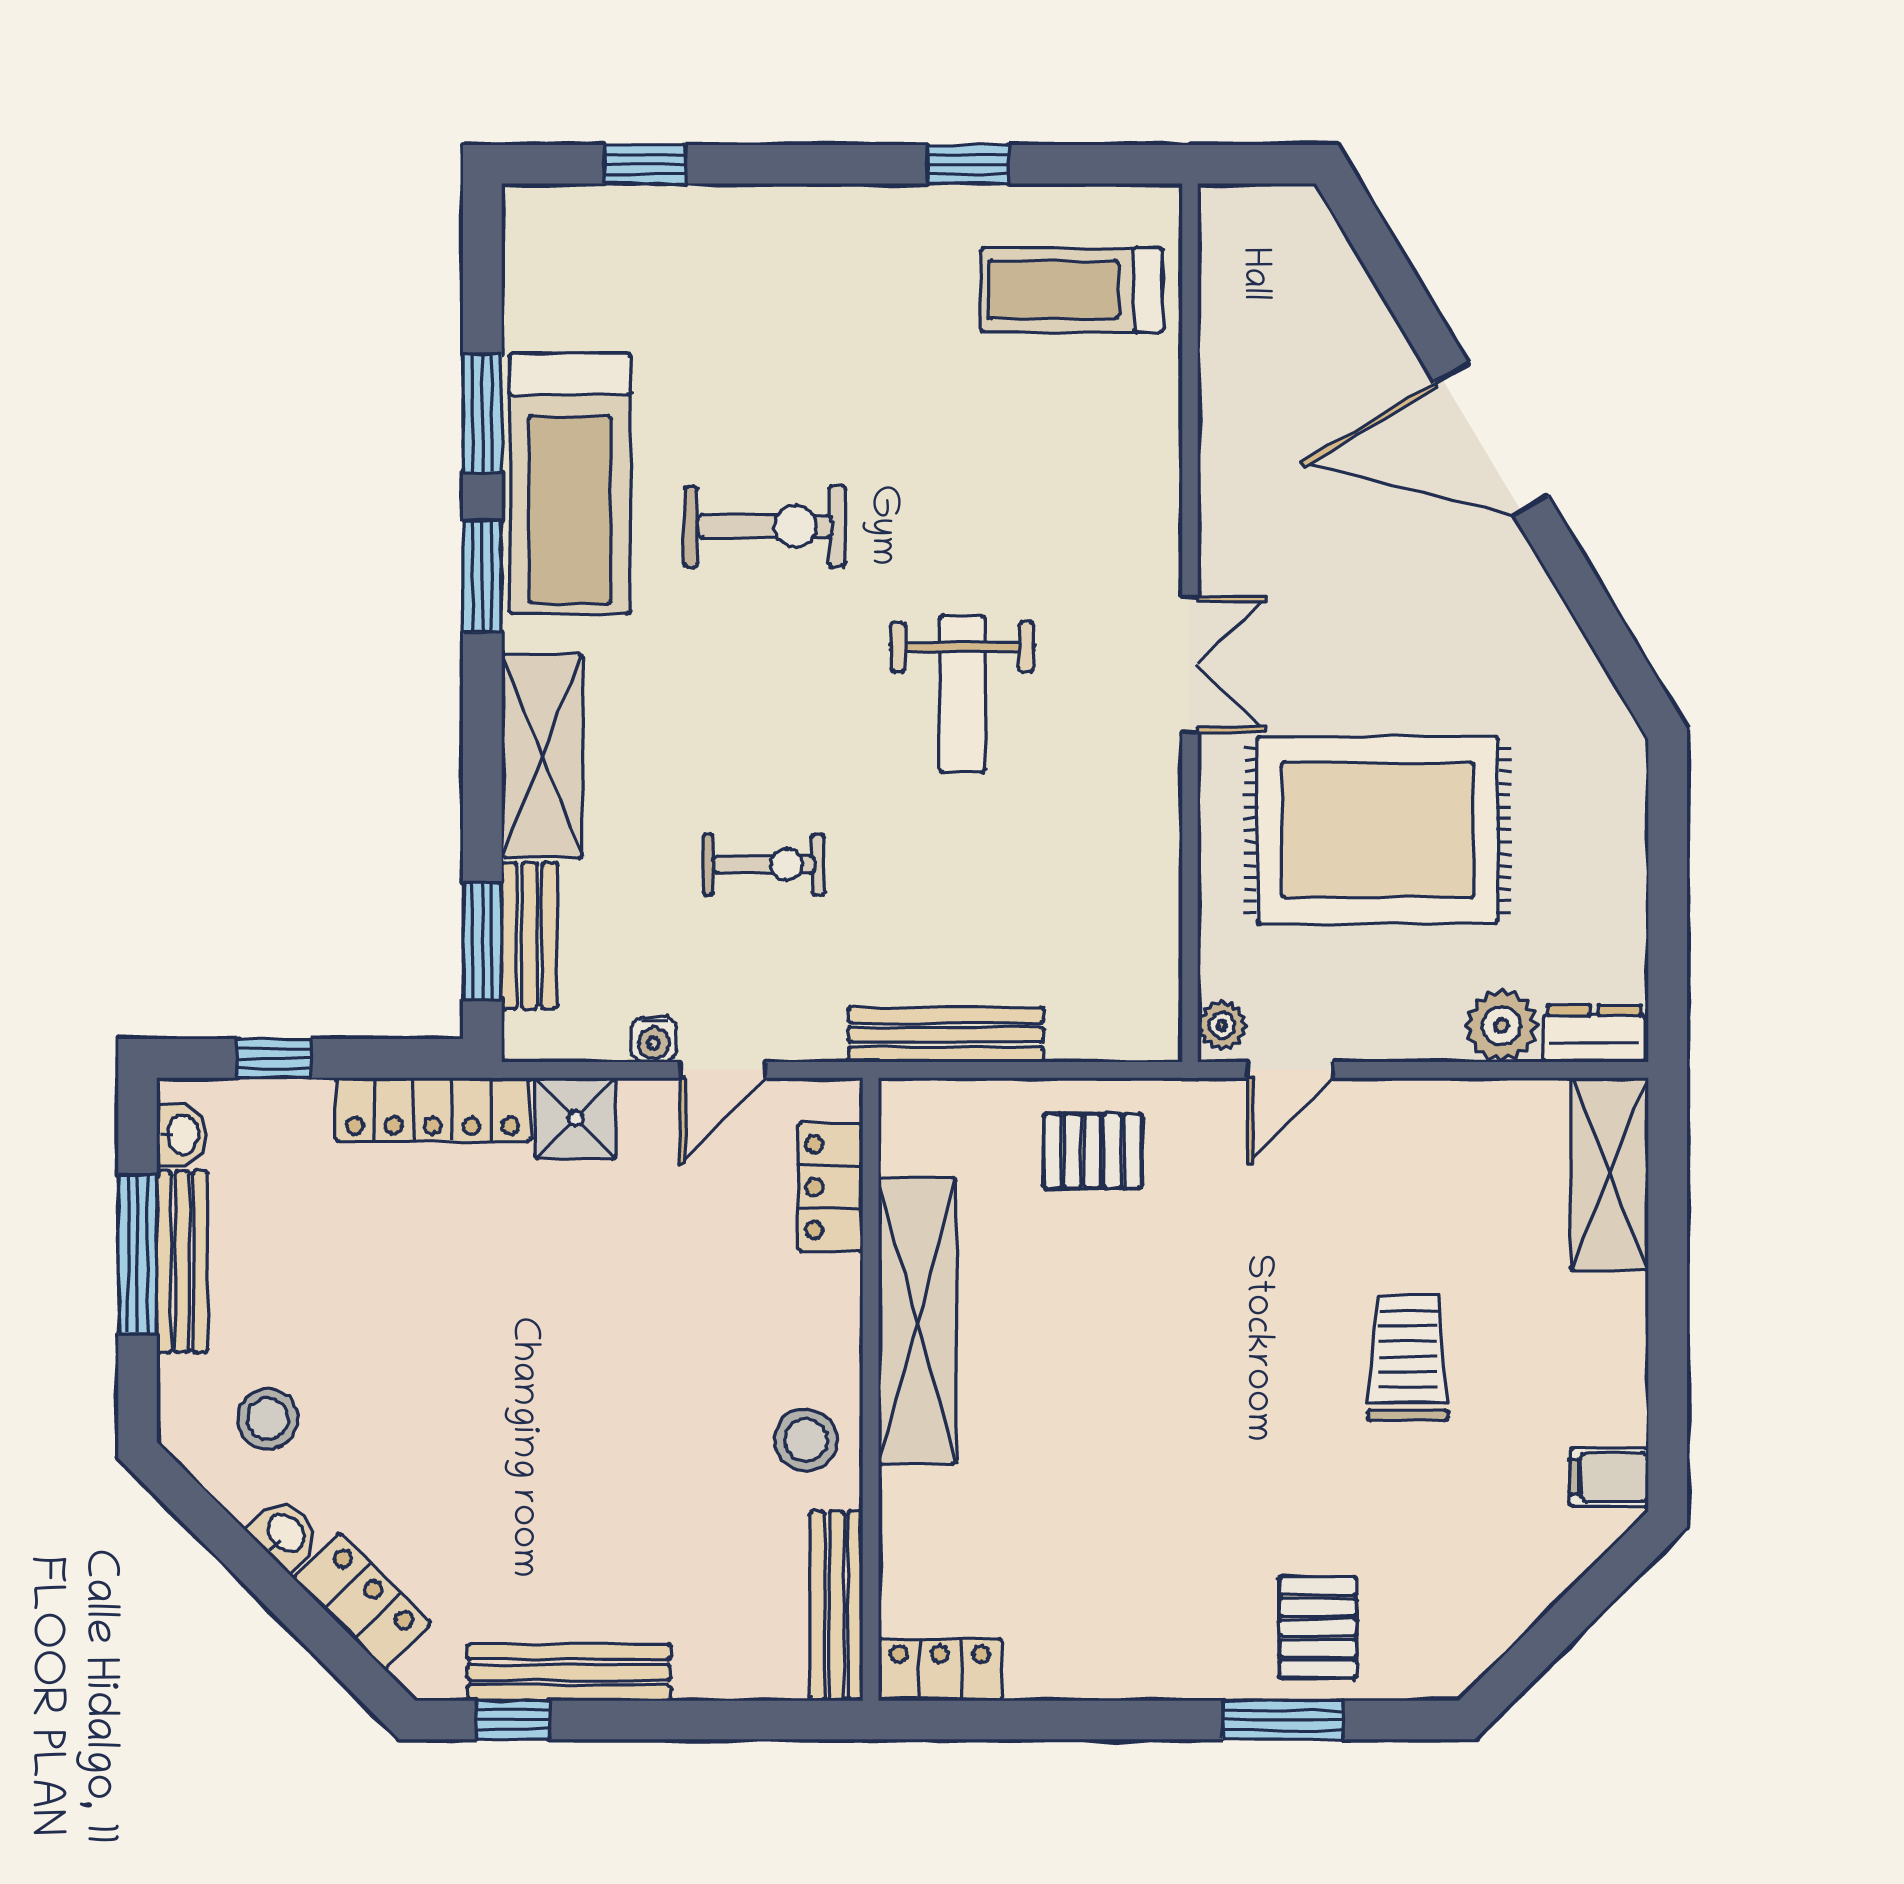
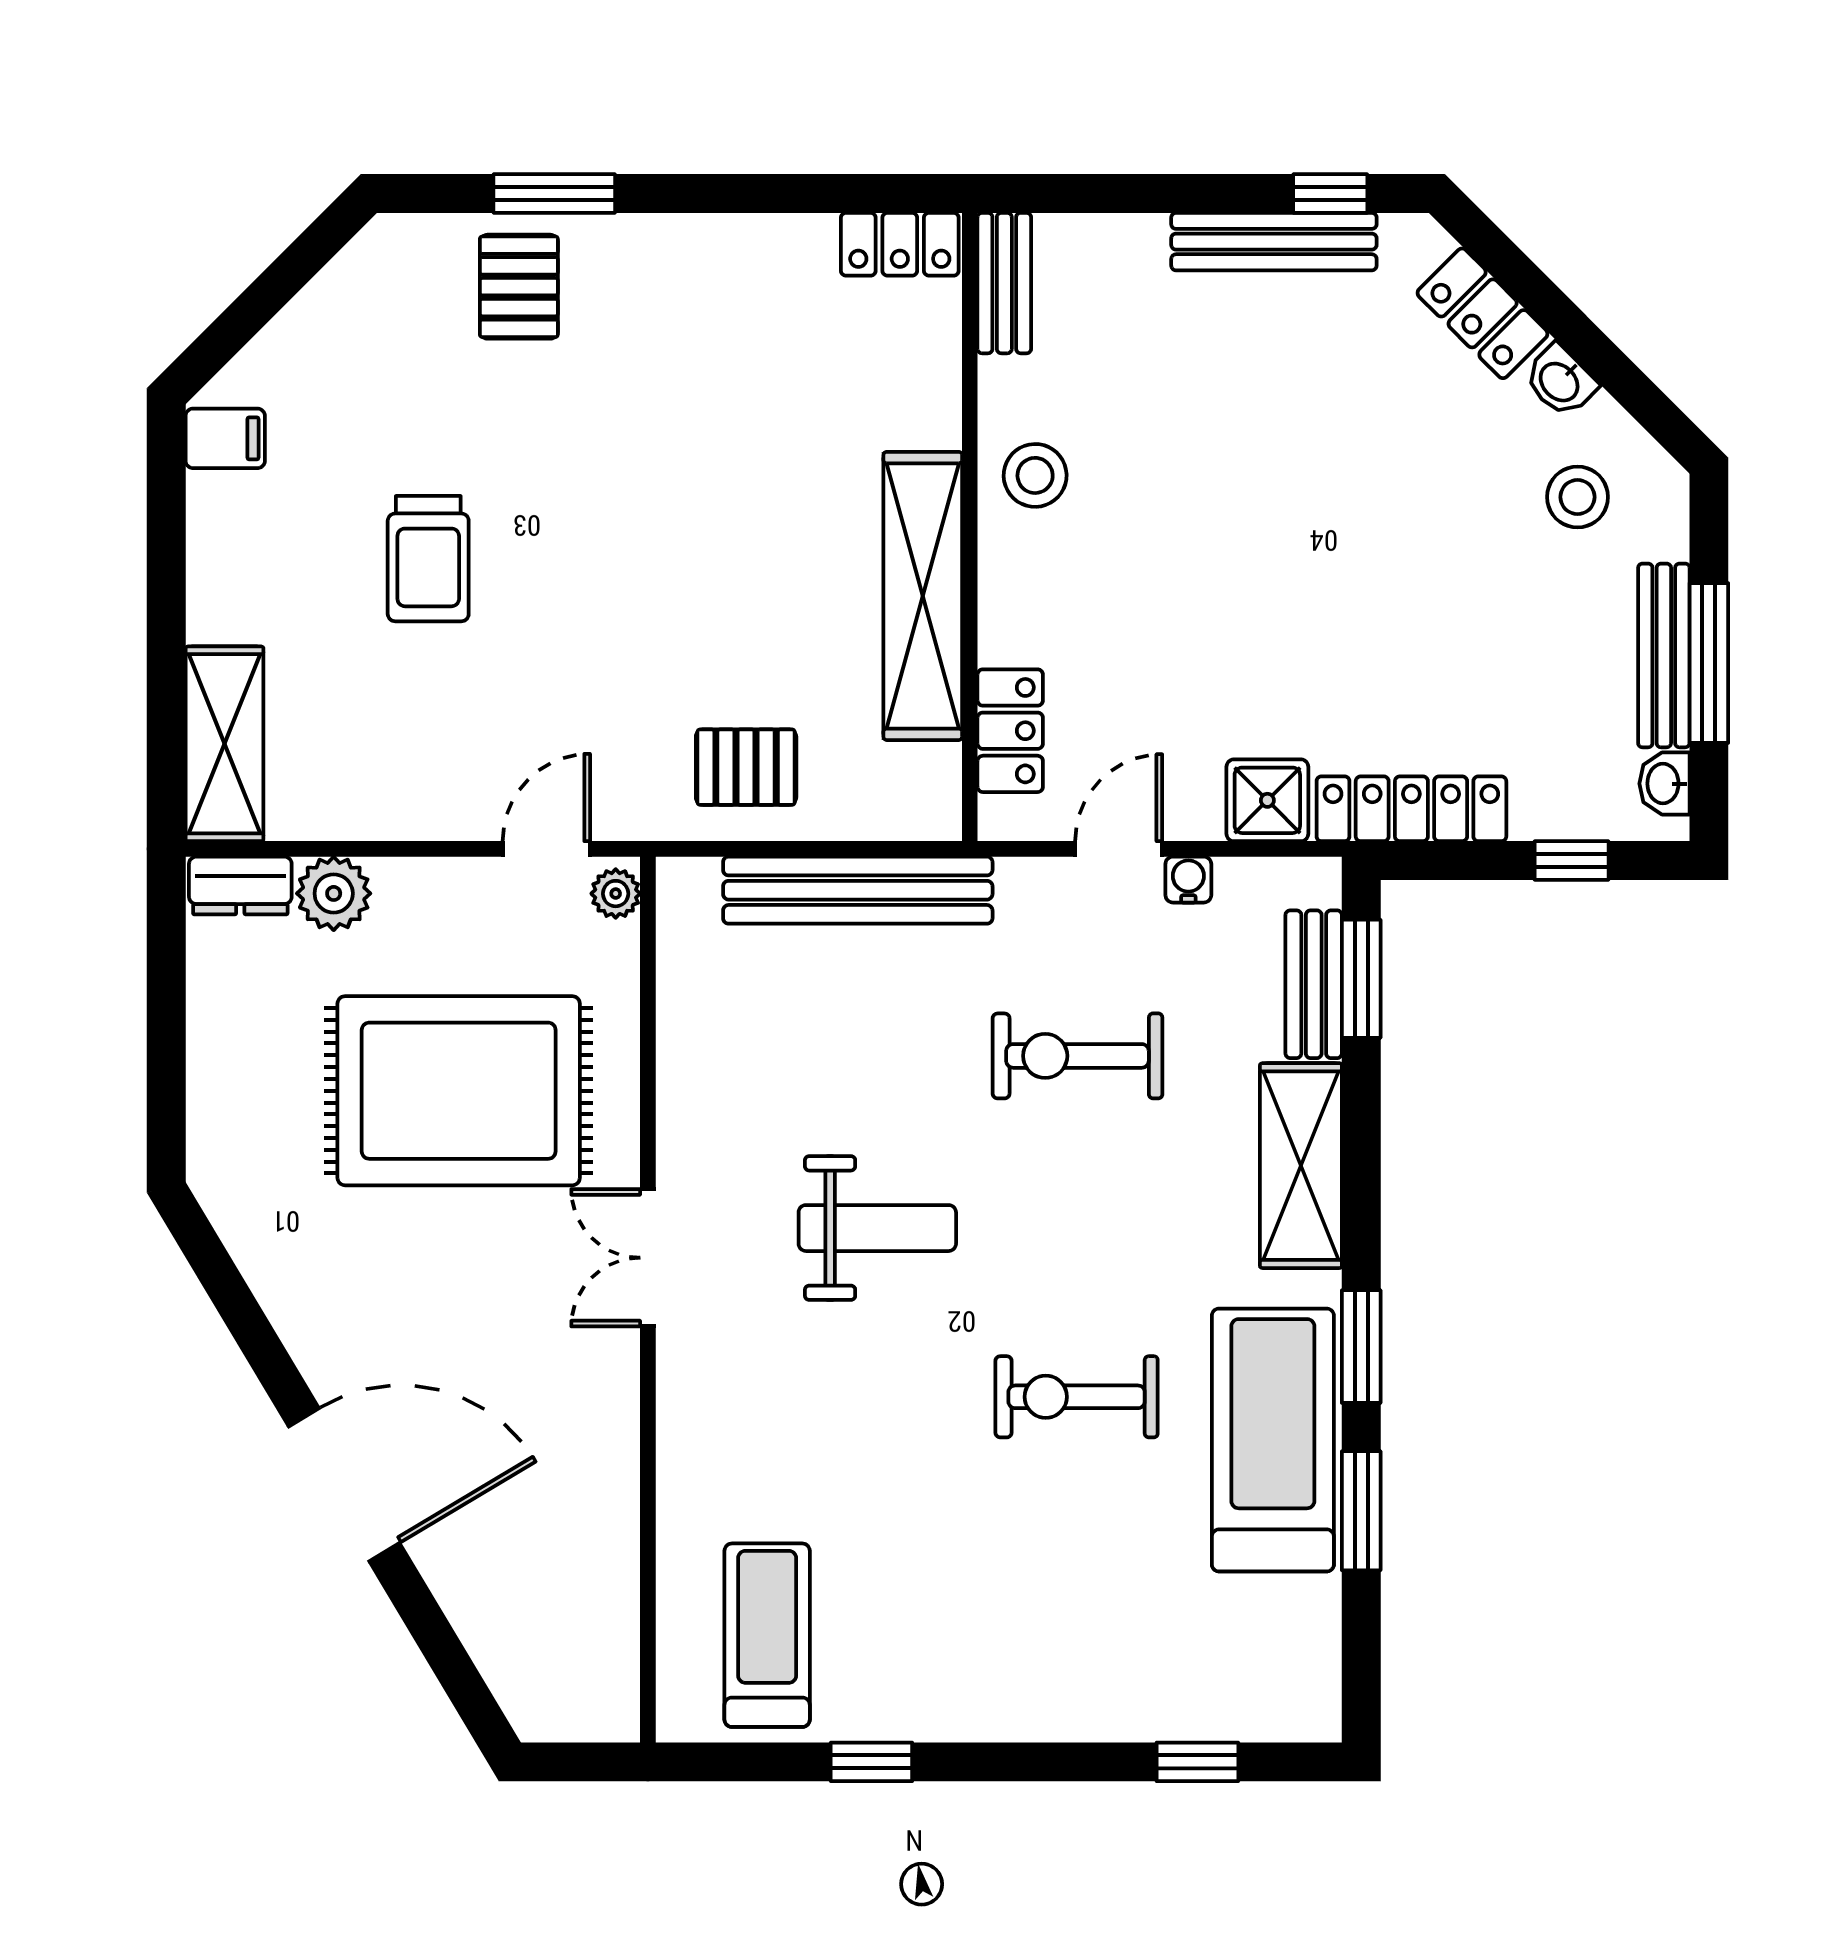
treadmill: (1072, 290) -> (767, 1635), turned -90
weight bench: (962, 694) -> (877, 1228), turned 90
exercise bike: (764, 865) -> (1077, 1056), width x1.38, depth x1.39
bench: (946, 1035) -> (858, 890), width x1.37, depth x1.21
bench: (836, 1606) -> (1004, 283), width x0.73

